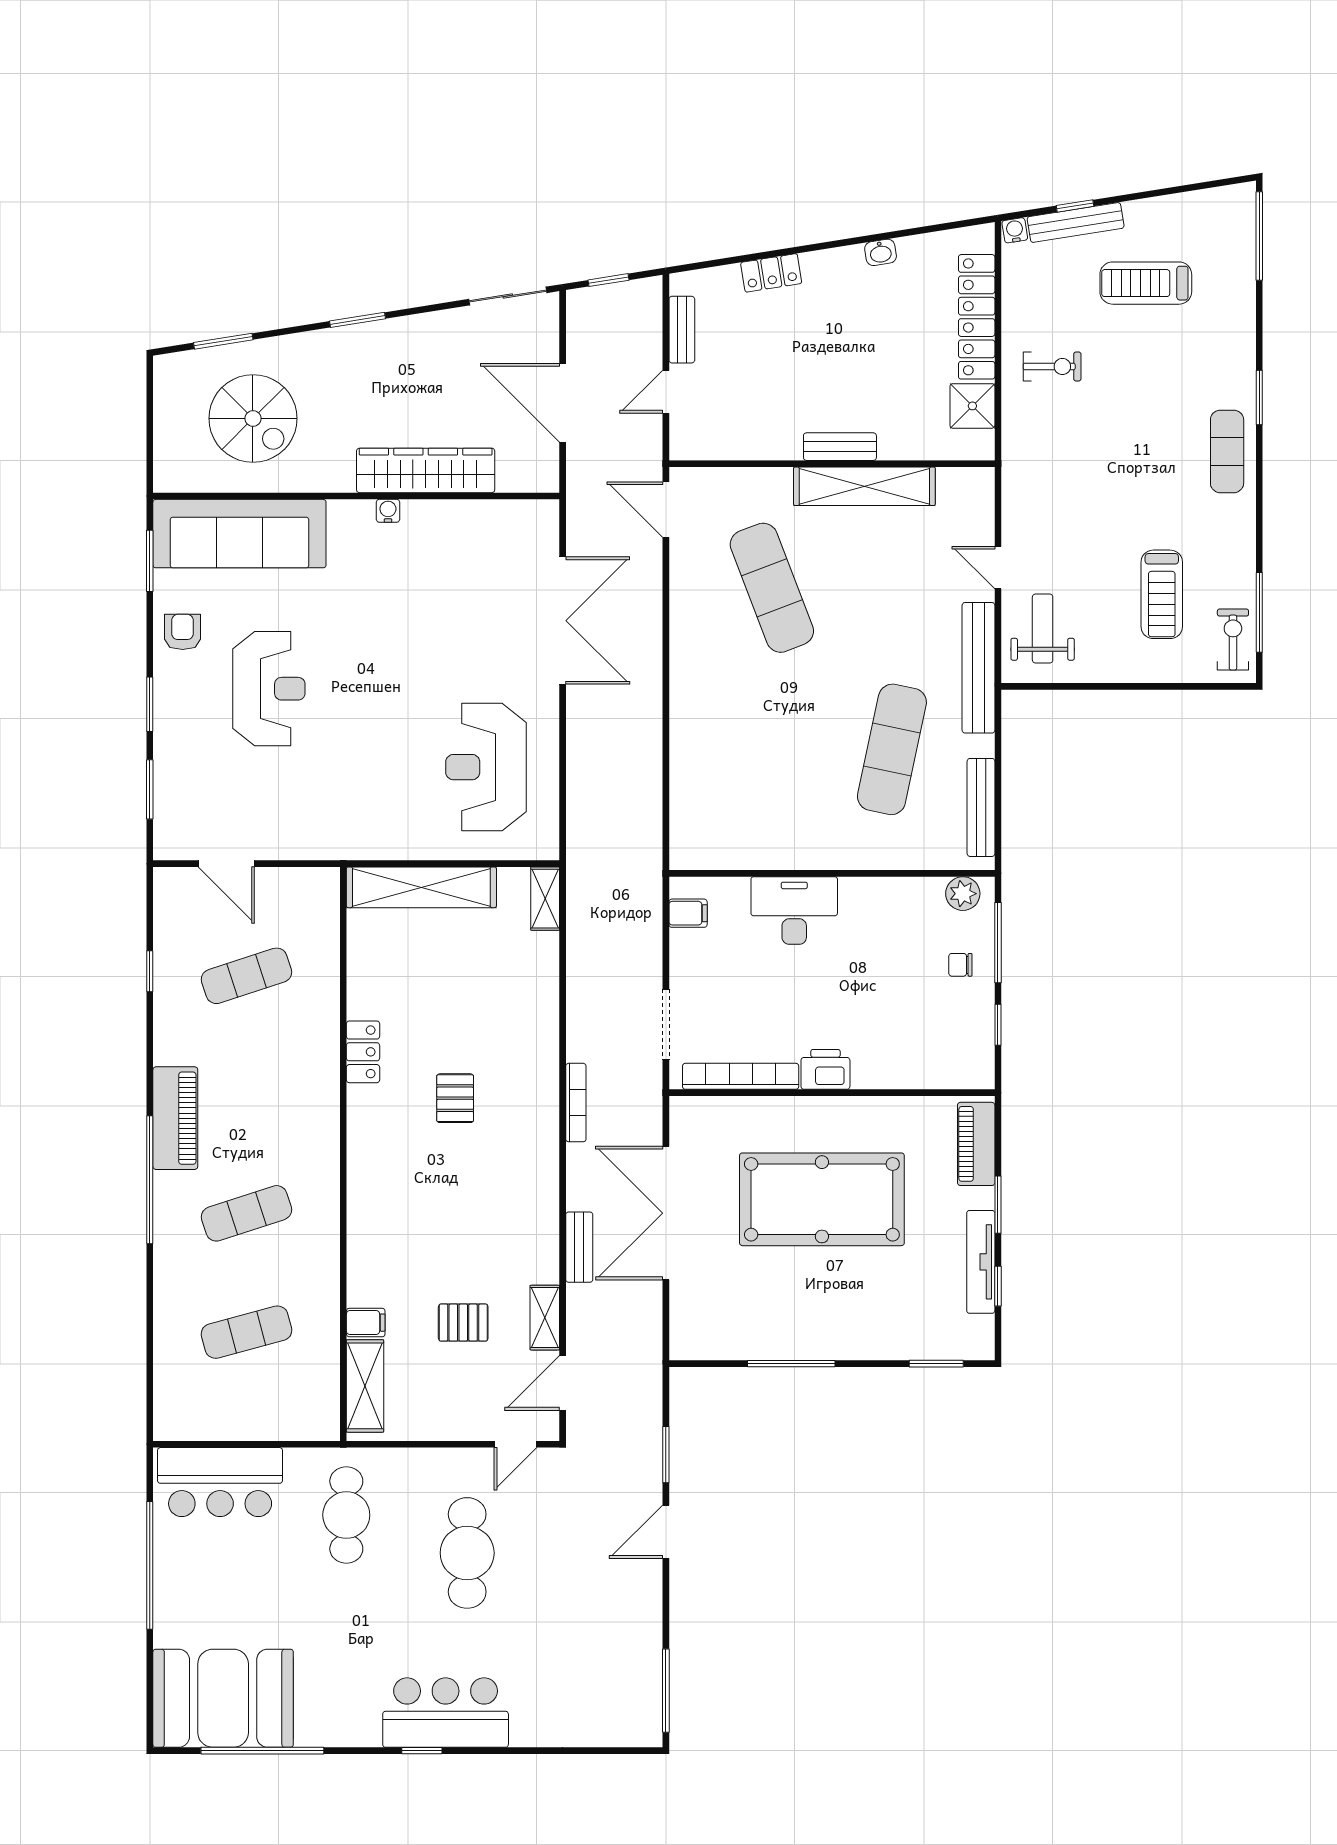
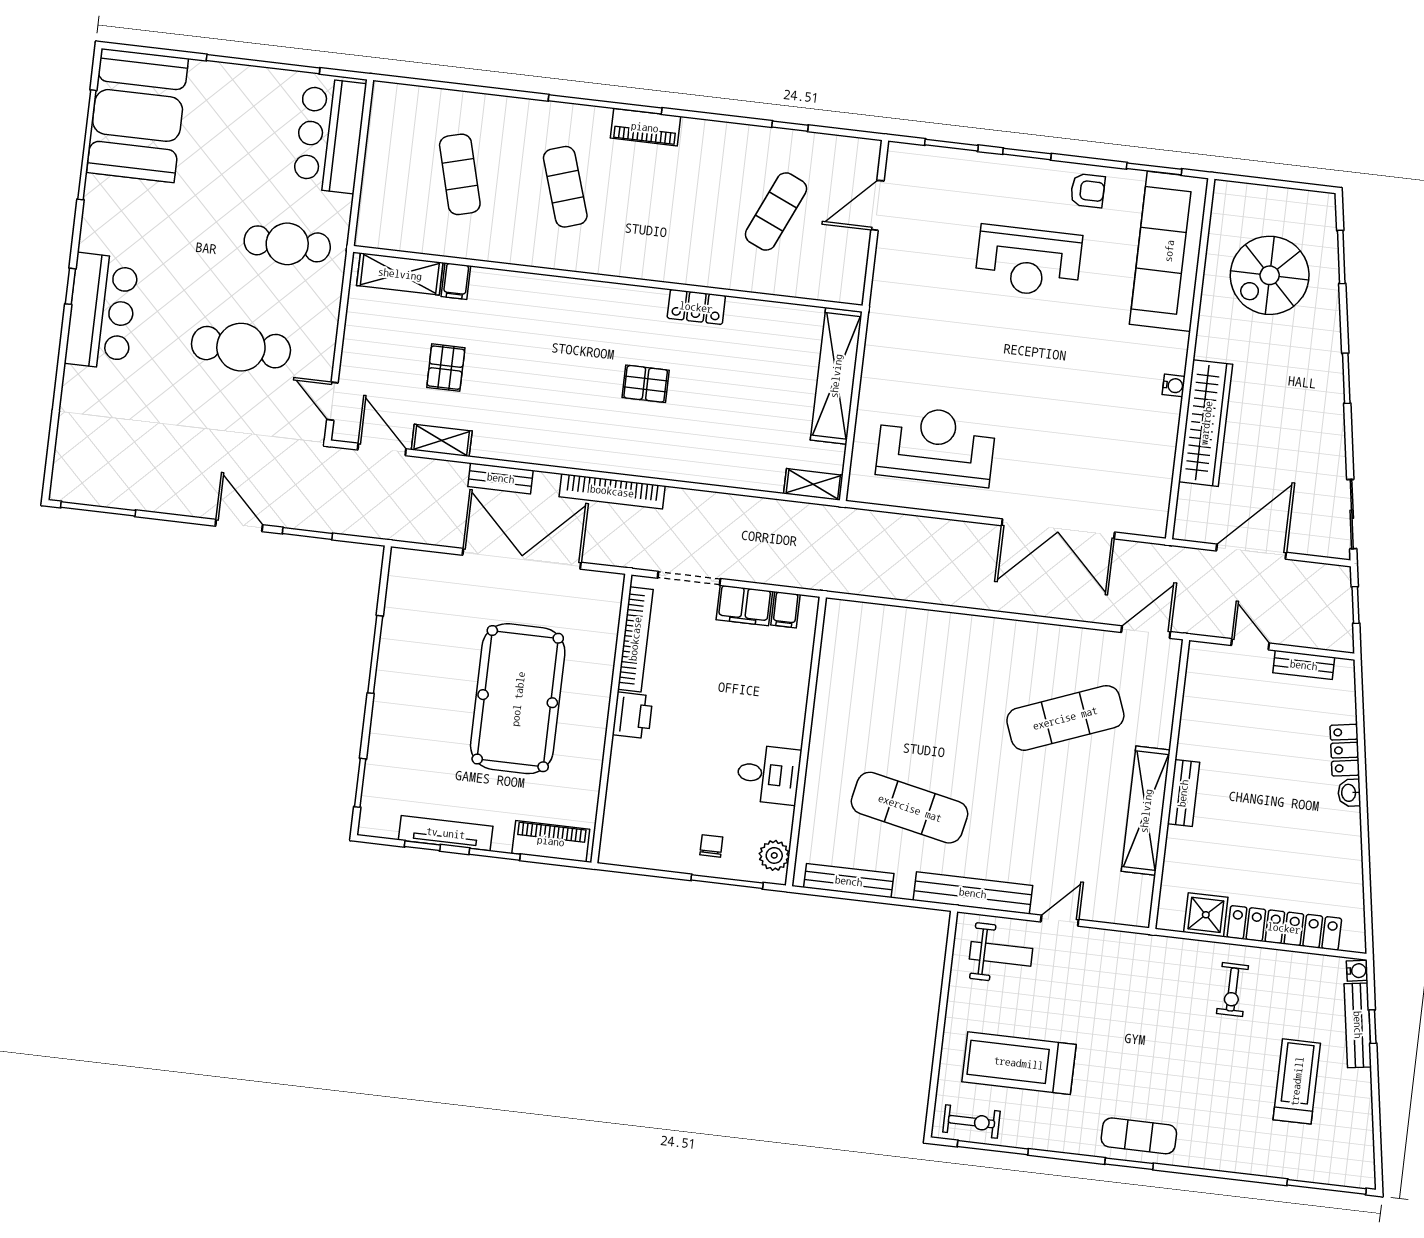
washbasin: (881, 252) -> (1349, 793), moved
window: (1259, 398) -> (1129, 1164), moved
treadmill: (1162, 594) -> (1019, 1063), width x1.37, depth x1.38
desk: (794, 910) -> (769, 775), moved, width x0.73
filing cabinet: (689, 959) -> (744, 605), added
exercise mat: (246, 976) -> (776, 211), turned 42
window: (998, 1025) -> (654, 873), removed
bookcase: (576, 1103) -> (612, 491), width x1.48, depth x1.31
piano: (175, 1118) -> (645, 127), width x0.73, depth x0.75

